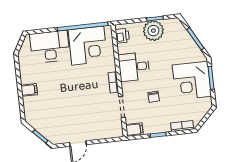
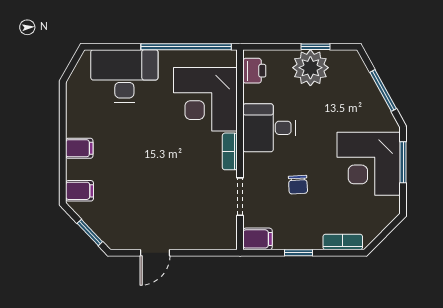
corner desk: (88, 46) -> (205, 99), moved, turned 90
filing cabinet: (32, 114) -> (80, 191), added

